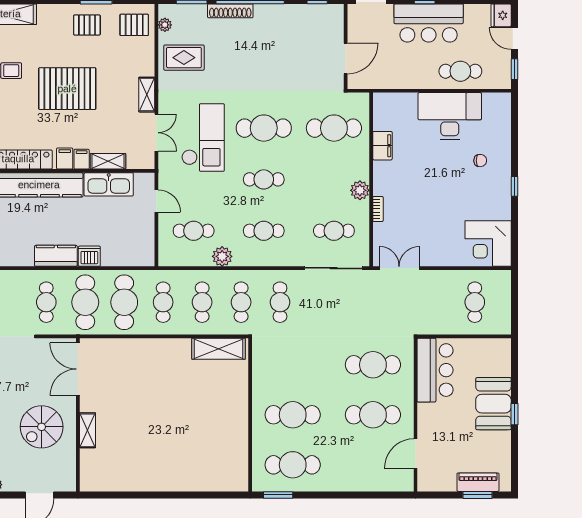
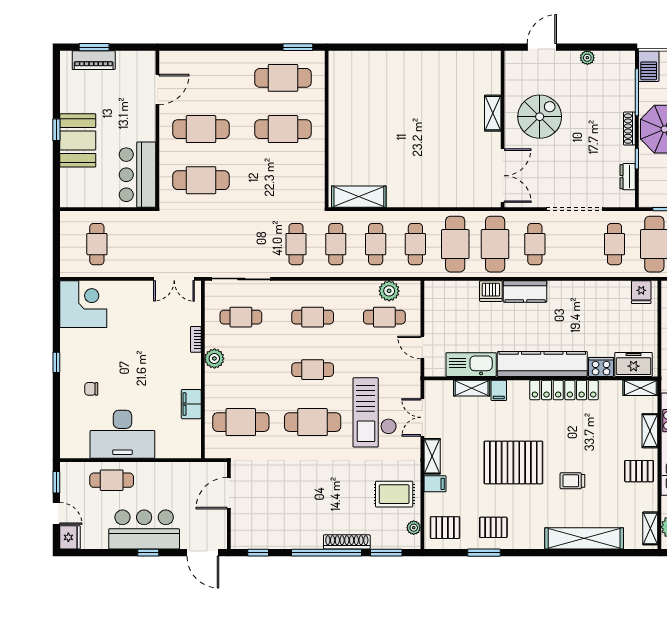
filing cabinet: (65, 159) -> (435, 484), moved, turned -90
plant: (222, 256) -> (389, 291), moved

